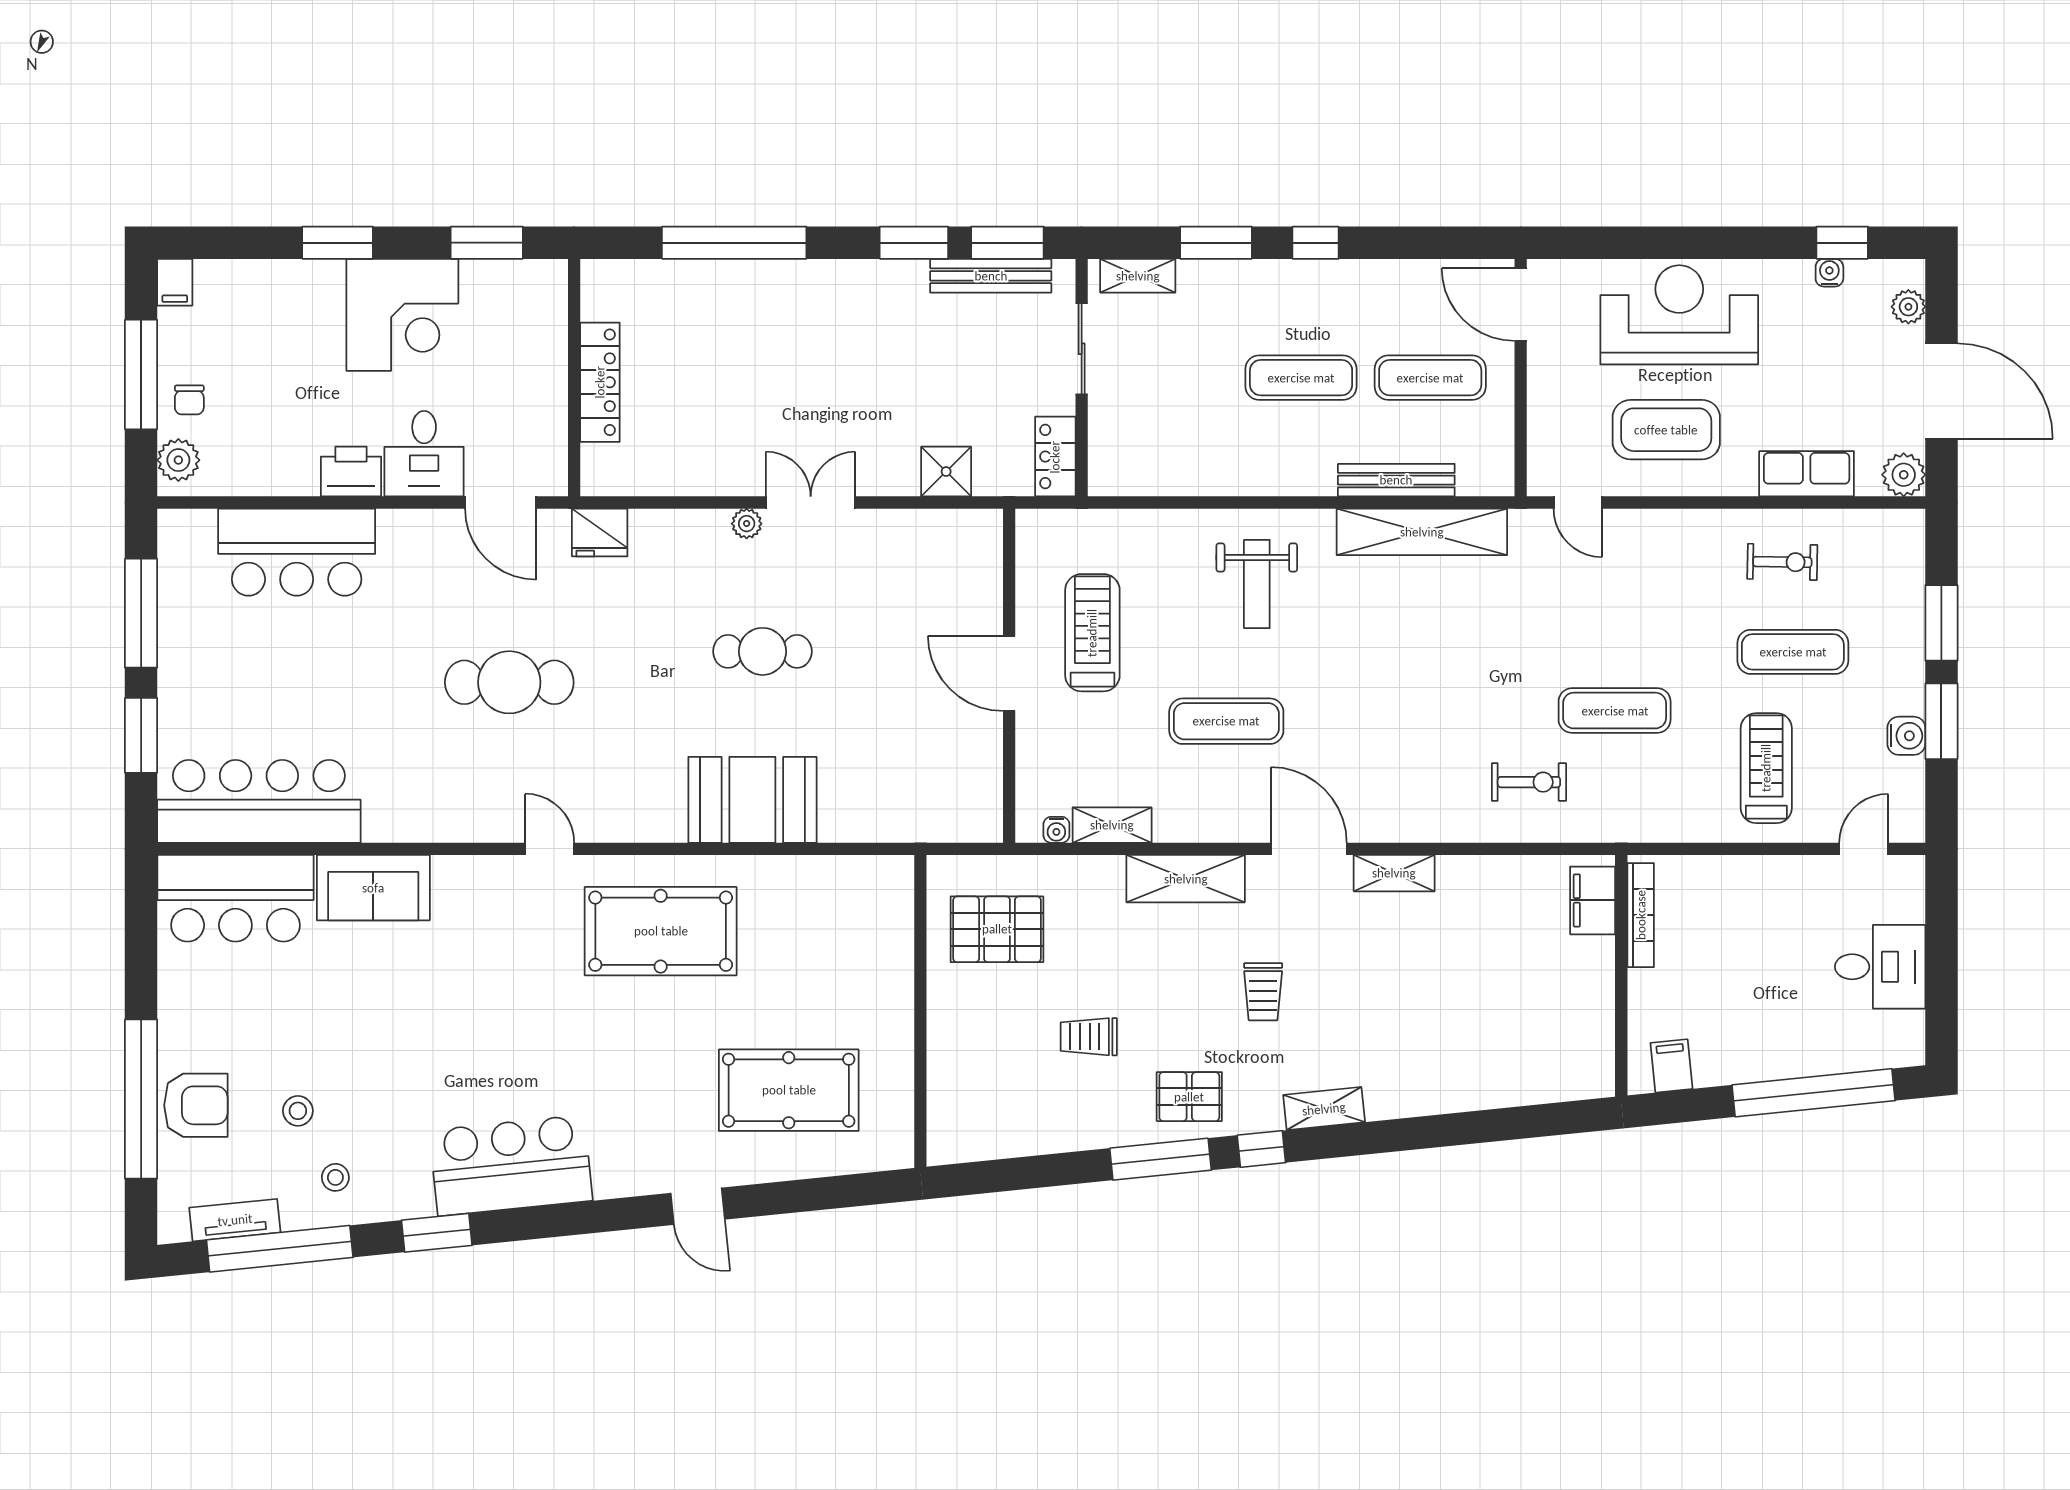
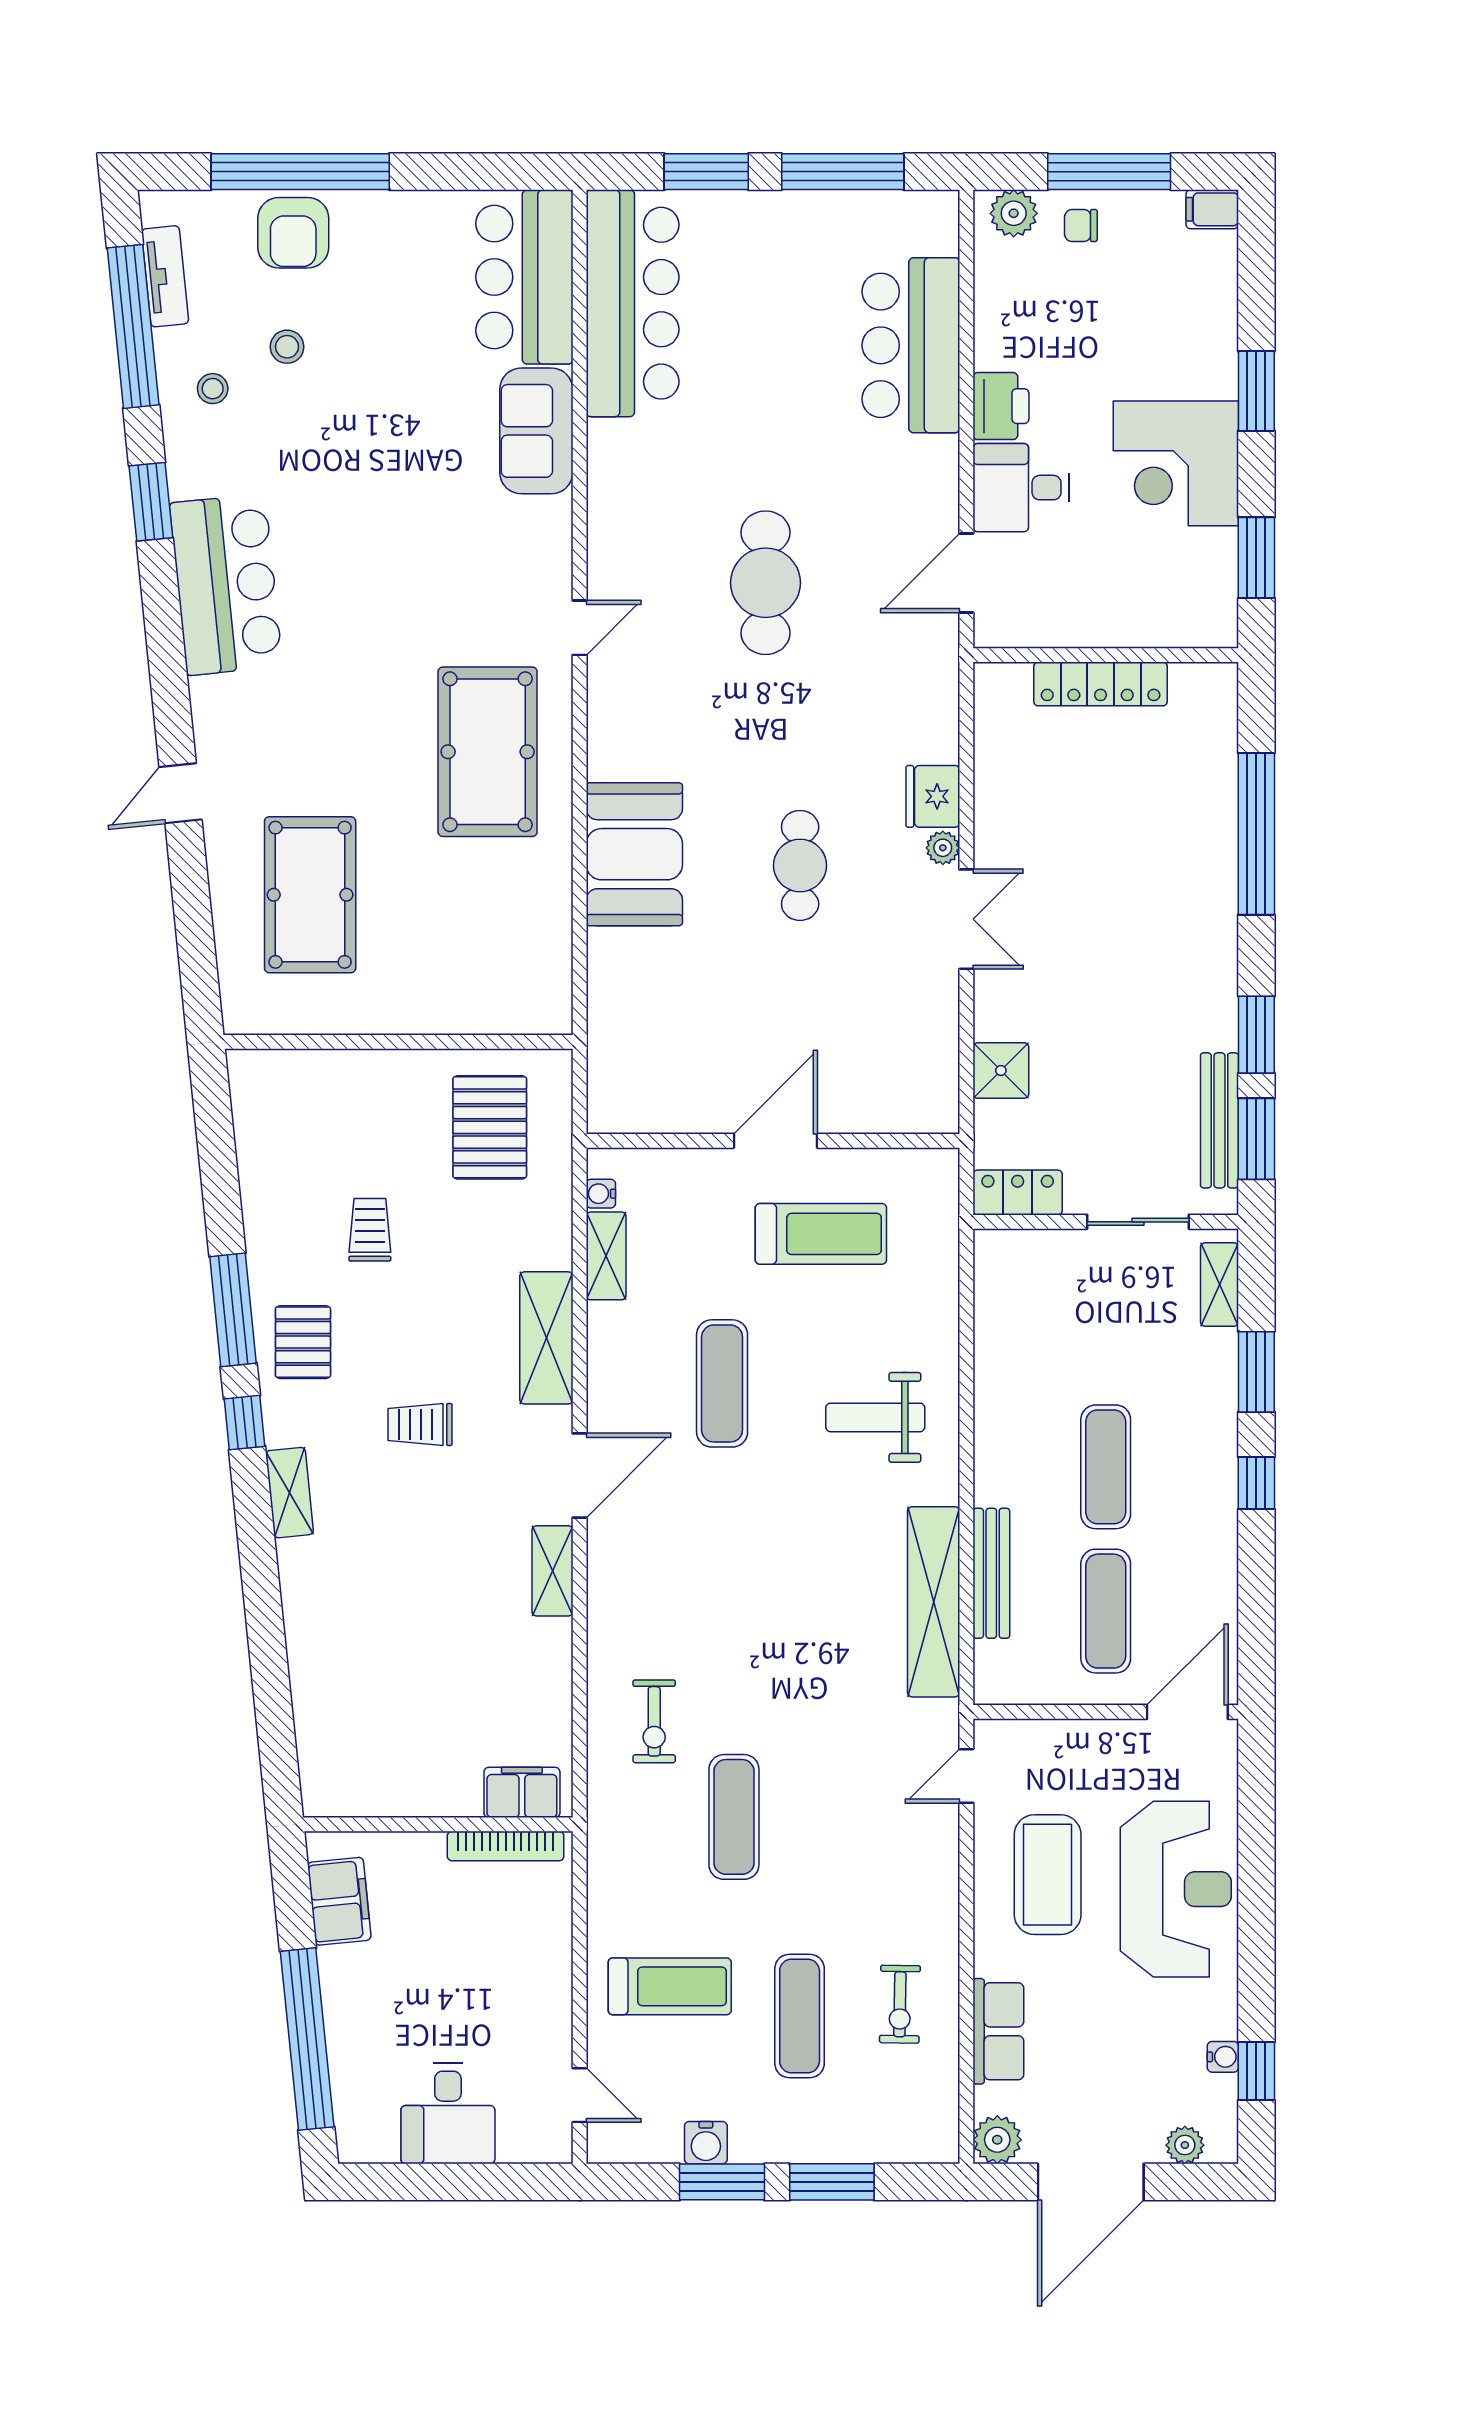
fridge: (600, 532) -> (933, 796), moved
filing cabinet: (1671, 1066) -> (339, 1901), width x2.00

